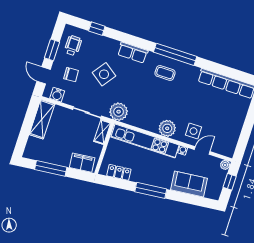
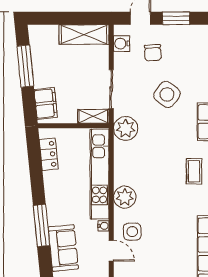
wheelchair: (73, 46) -> (190, 43), removed
window: (151, 190) -> (41, 225), moved

